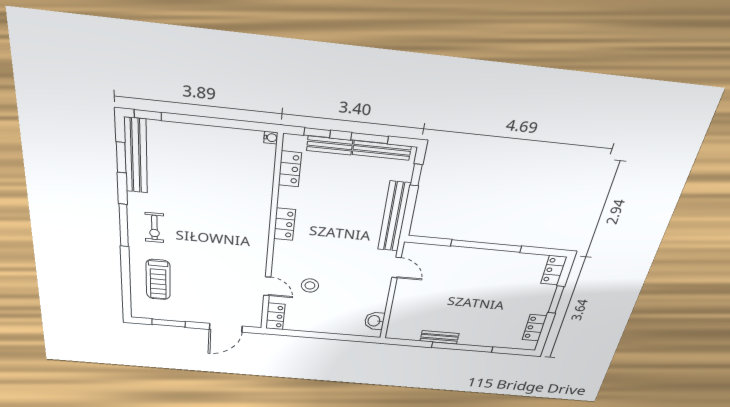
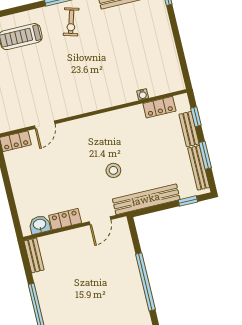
water cooler: (271, 138) -> (143, 94), moved
locker: (284, 224) -> (65, 219), moved, turned 180
exercise bike: (154, 228) -> (71, 22), turned -74
stool: (310, 285) -> (113, 170), moved
bench: (439, 337) -> (34, 255), moved

